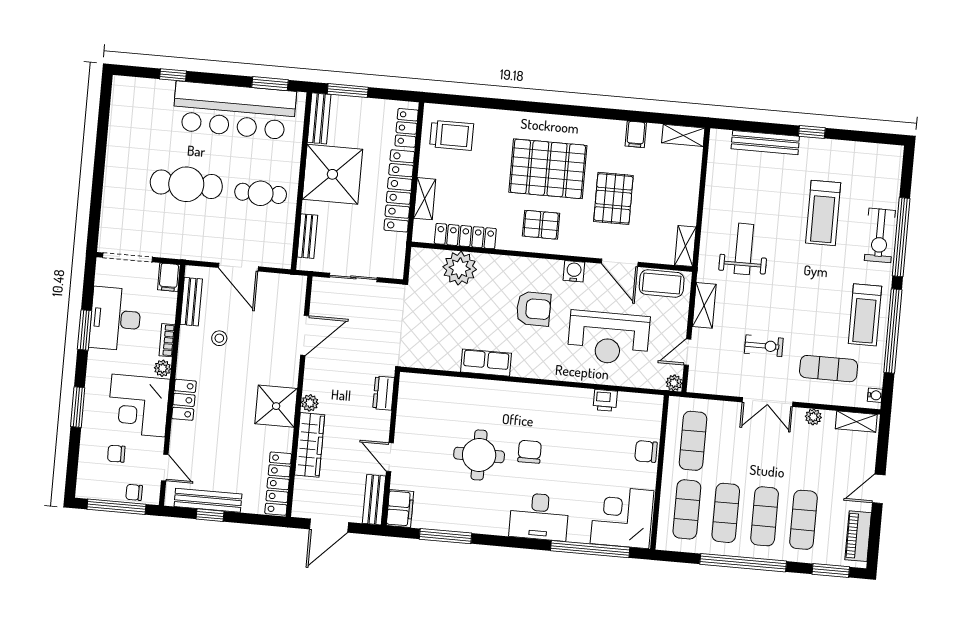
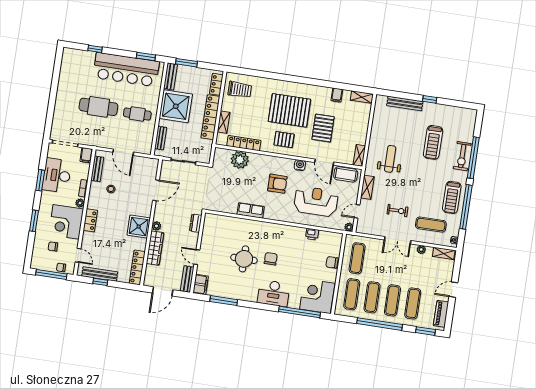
reception desk: (608, 338) -> (316, 201), turned 180

